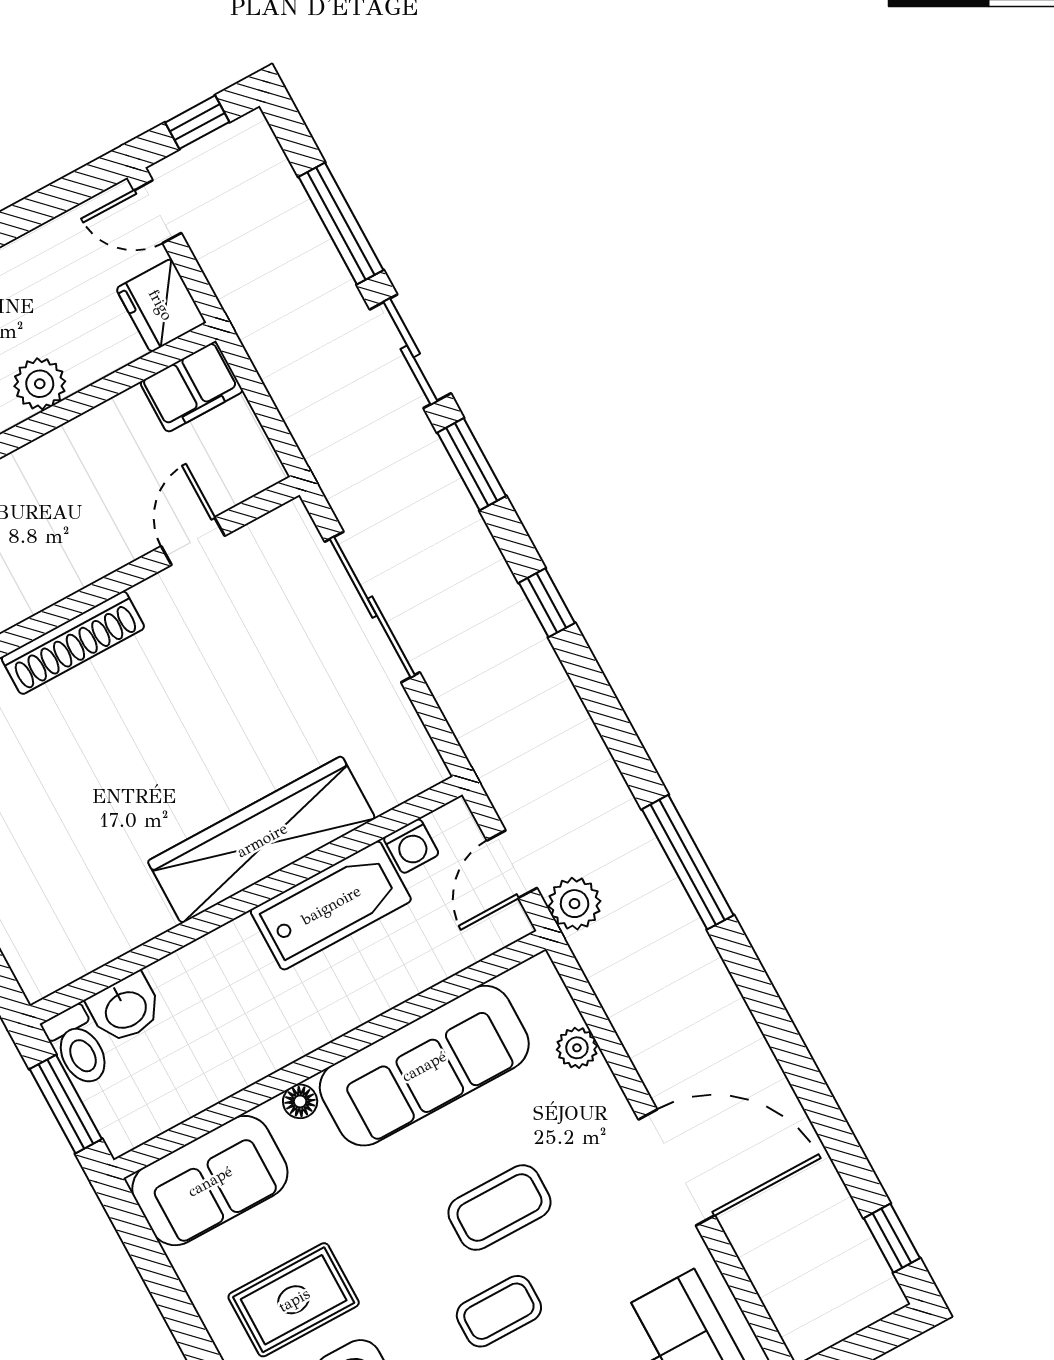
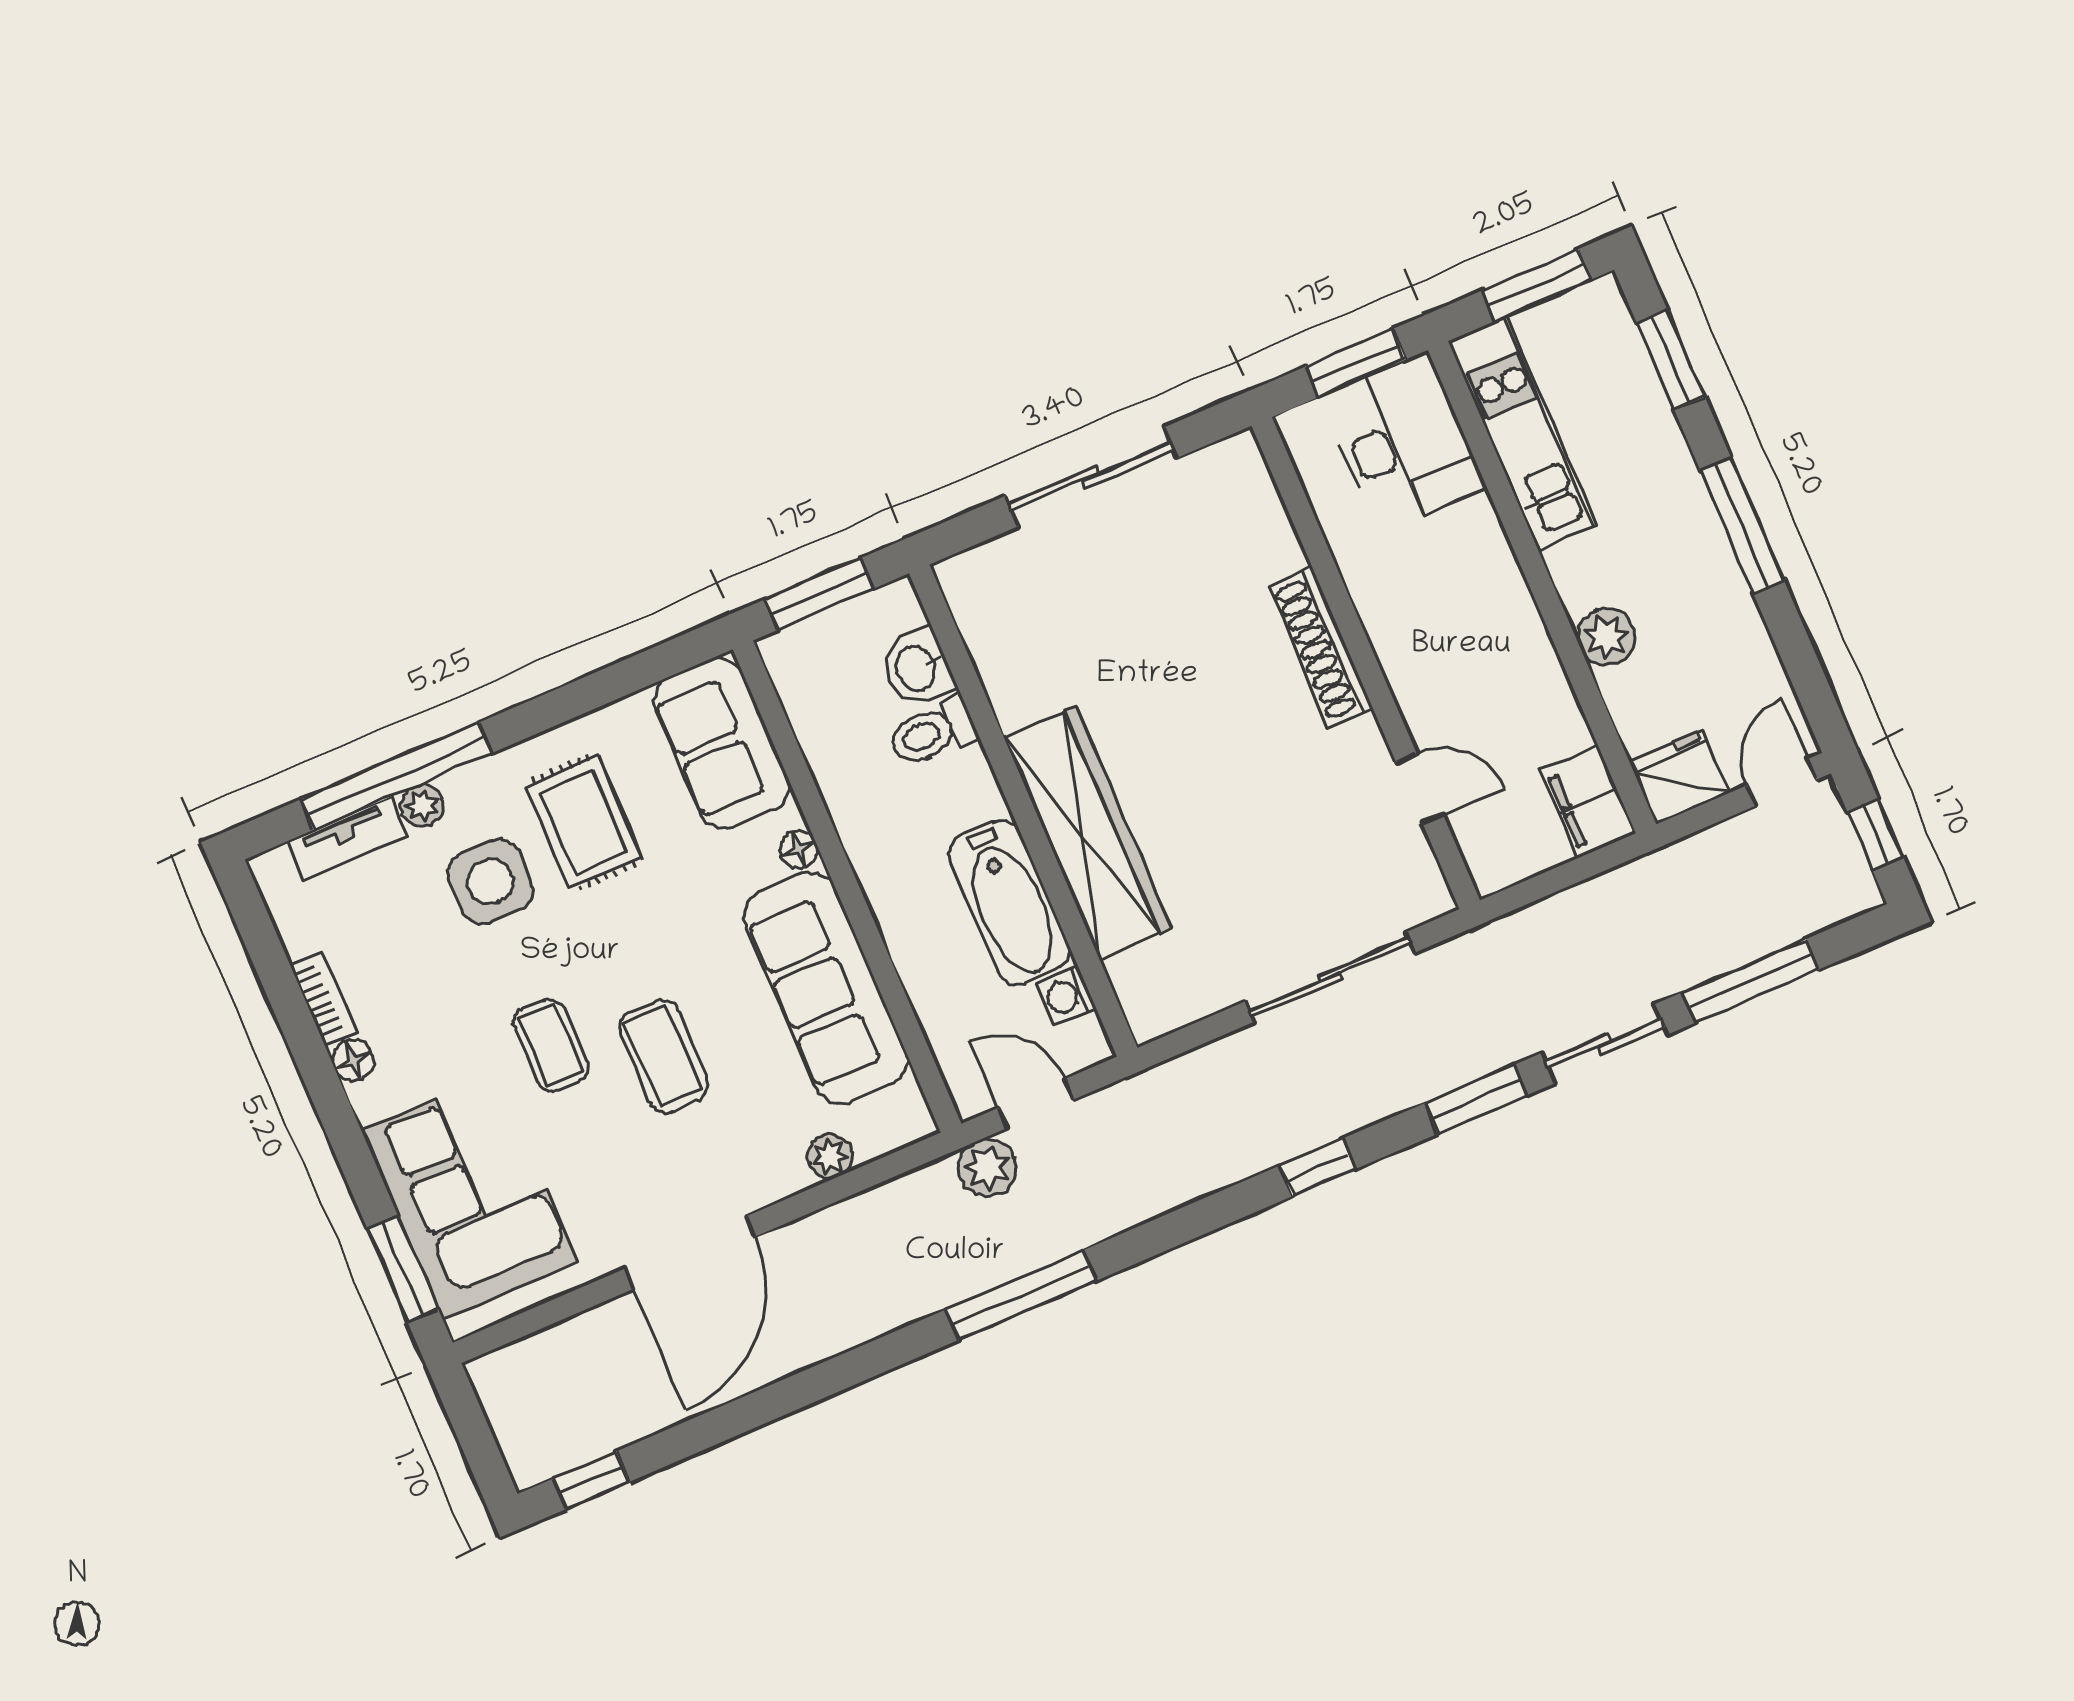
toilet: (78, 1046) -> (932, 732), moved

